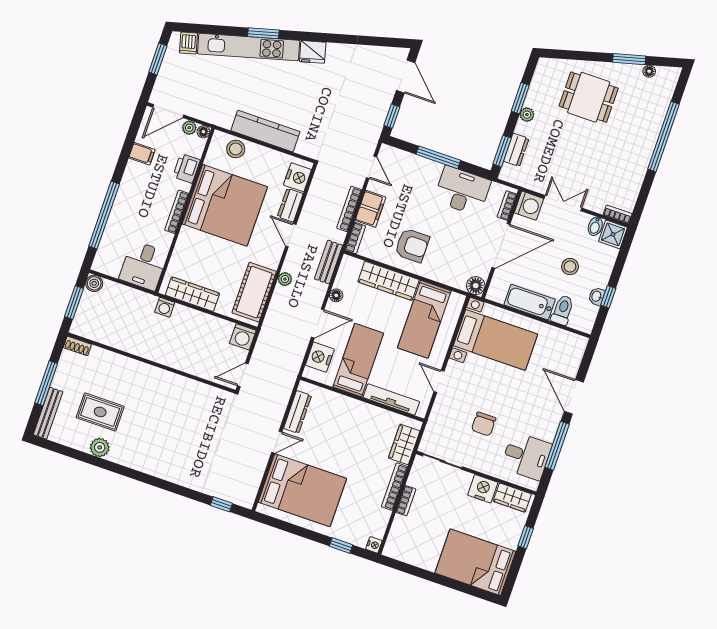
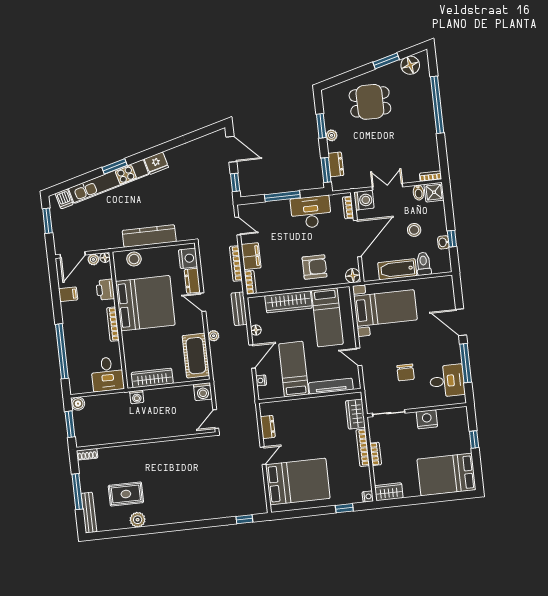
floor lamp: (649, 71) -> (410, 65), width x1.89, depth x1.89
armchair: (412, 245) -> (315, 267), moved
nightstand: (320, 357) -> (261, 380), width x0.53, depth x0.56
dresser: (298, 412) -> (268, 427), width x0.70
wardrobe: (512, 498) -> (389, 492), moved, turned 180

